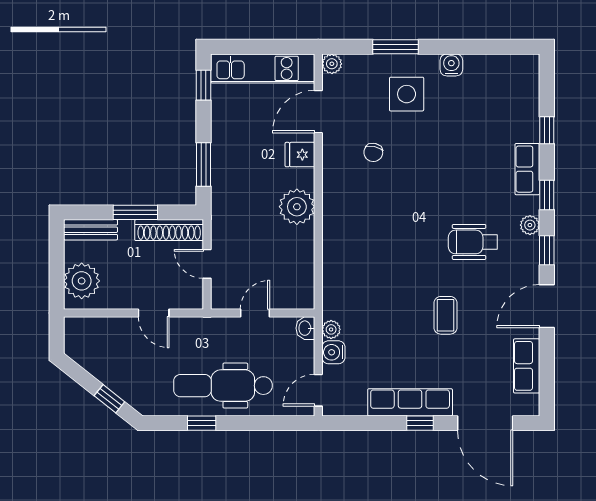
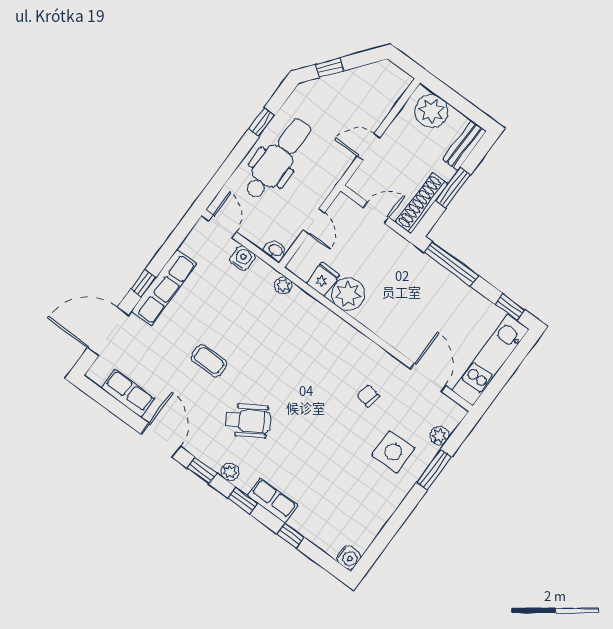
plant: (332, 64) -> (439, 436), moved
water cooler: (451, 65) -> (349, 558), moved
fridge: (300, 155) -> (323, 279), moved
window: (203, 164) -> (451, 264), width x1.44
plant: (297, 207) -> (348, 294), moved
wheelchair: (473, 242) -> (248, 421), turned 59
plant: (331, 329) -> (283, 285), moved

